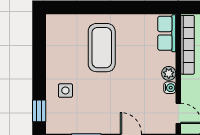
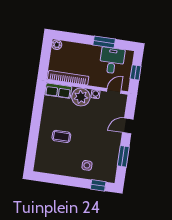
coffee table: (102, 48) -> (61, 136), width x0.54, depth x0.58
plant: (169, 73) -> (81, 97), width x1.87, depth x1.87

